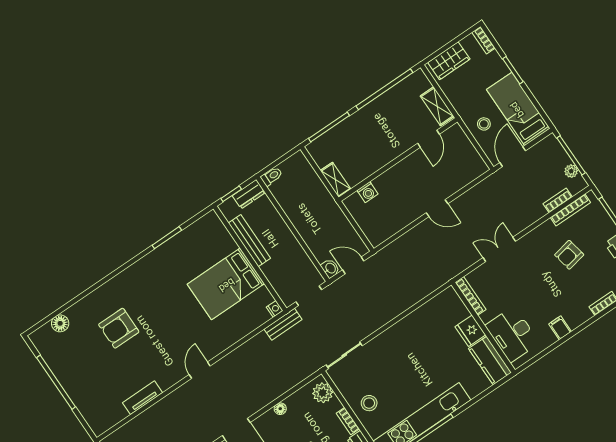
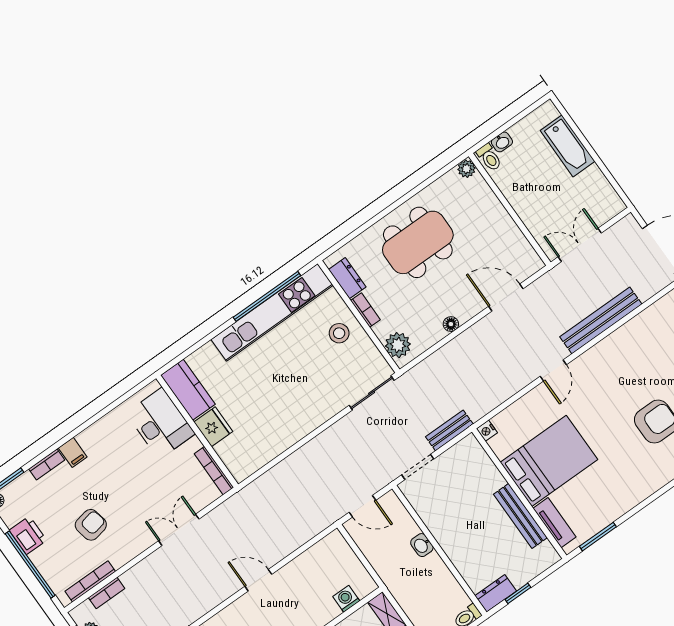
bench: (249, 241) -> (520, 516), moved
double door: (499, 249) -> (179, 530), swing flipped
wall: (250, 258) -> (519, 494), moved
washbasin: (330, 268) -> (422, 545), moved
bed: (226, 284) -> (549, 461), moved
nightstand: (275, 309) -> (487, 431), moved
filing cabinet: (560, 328) -> (73, 452), moved
tv unit: (142, 398) -> (554, 523), moved, turned -90
bench: (161, 409) -> (601, 321), added

